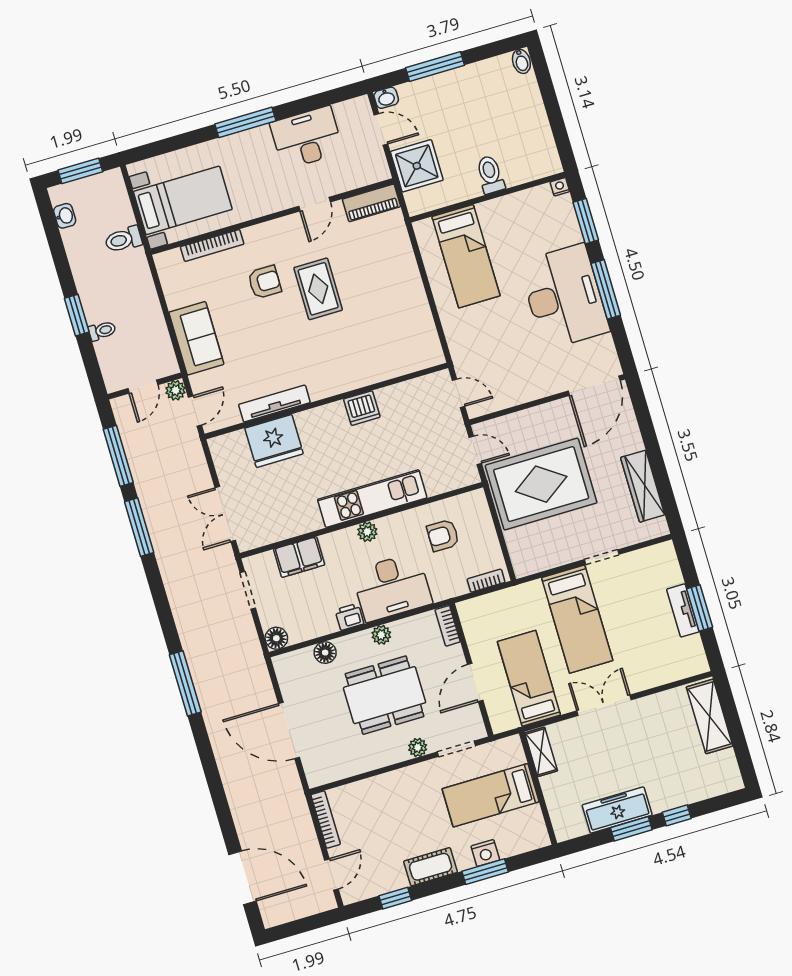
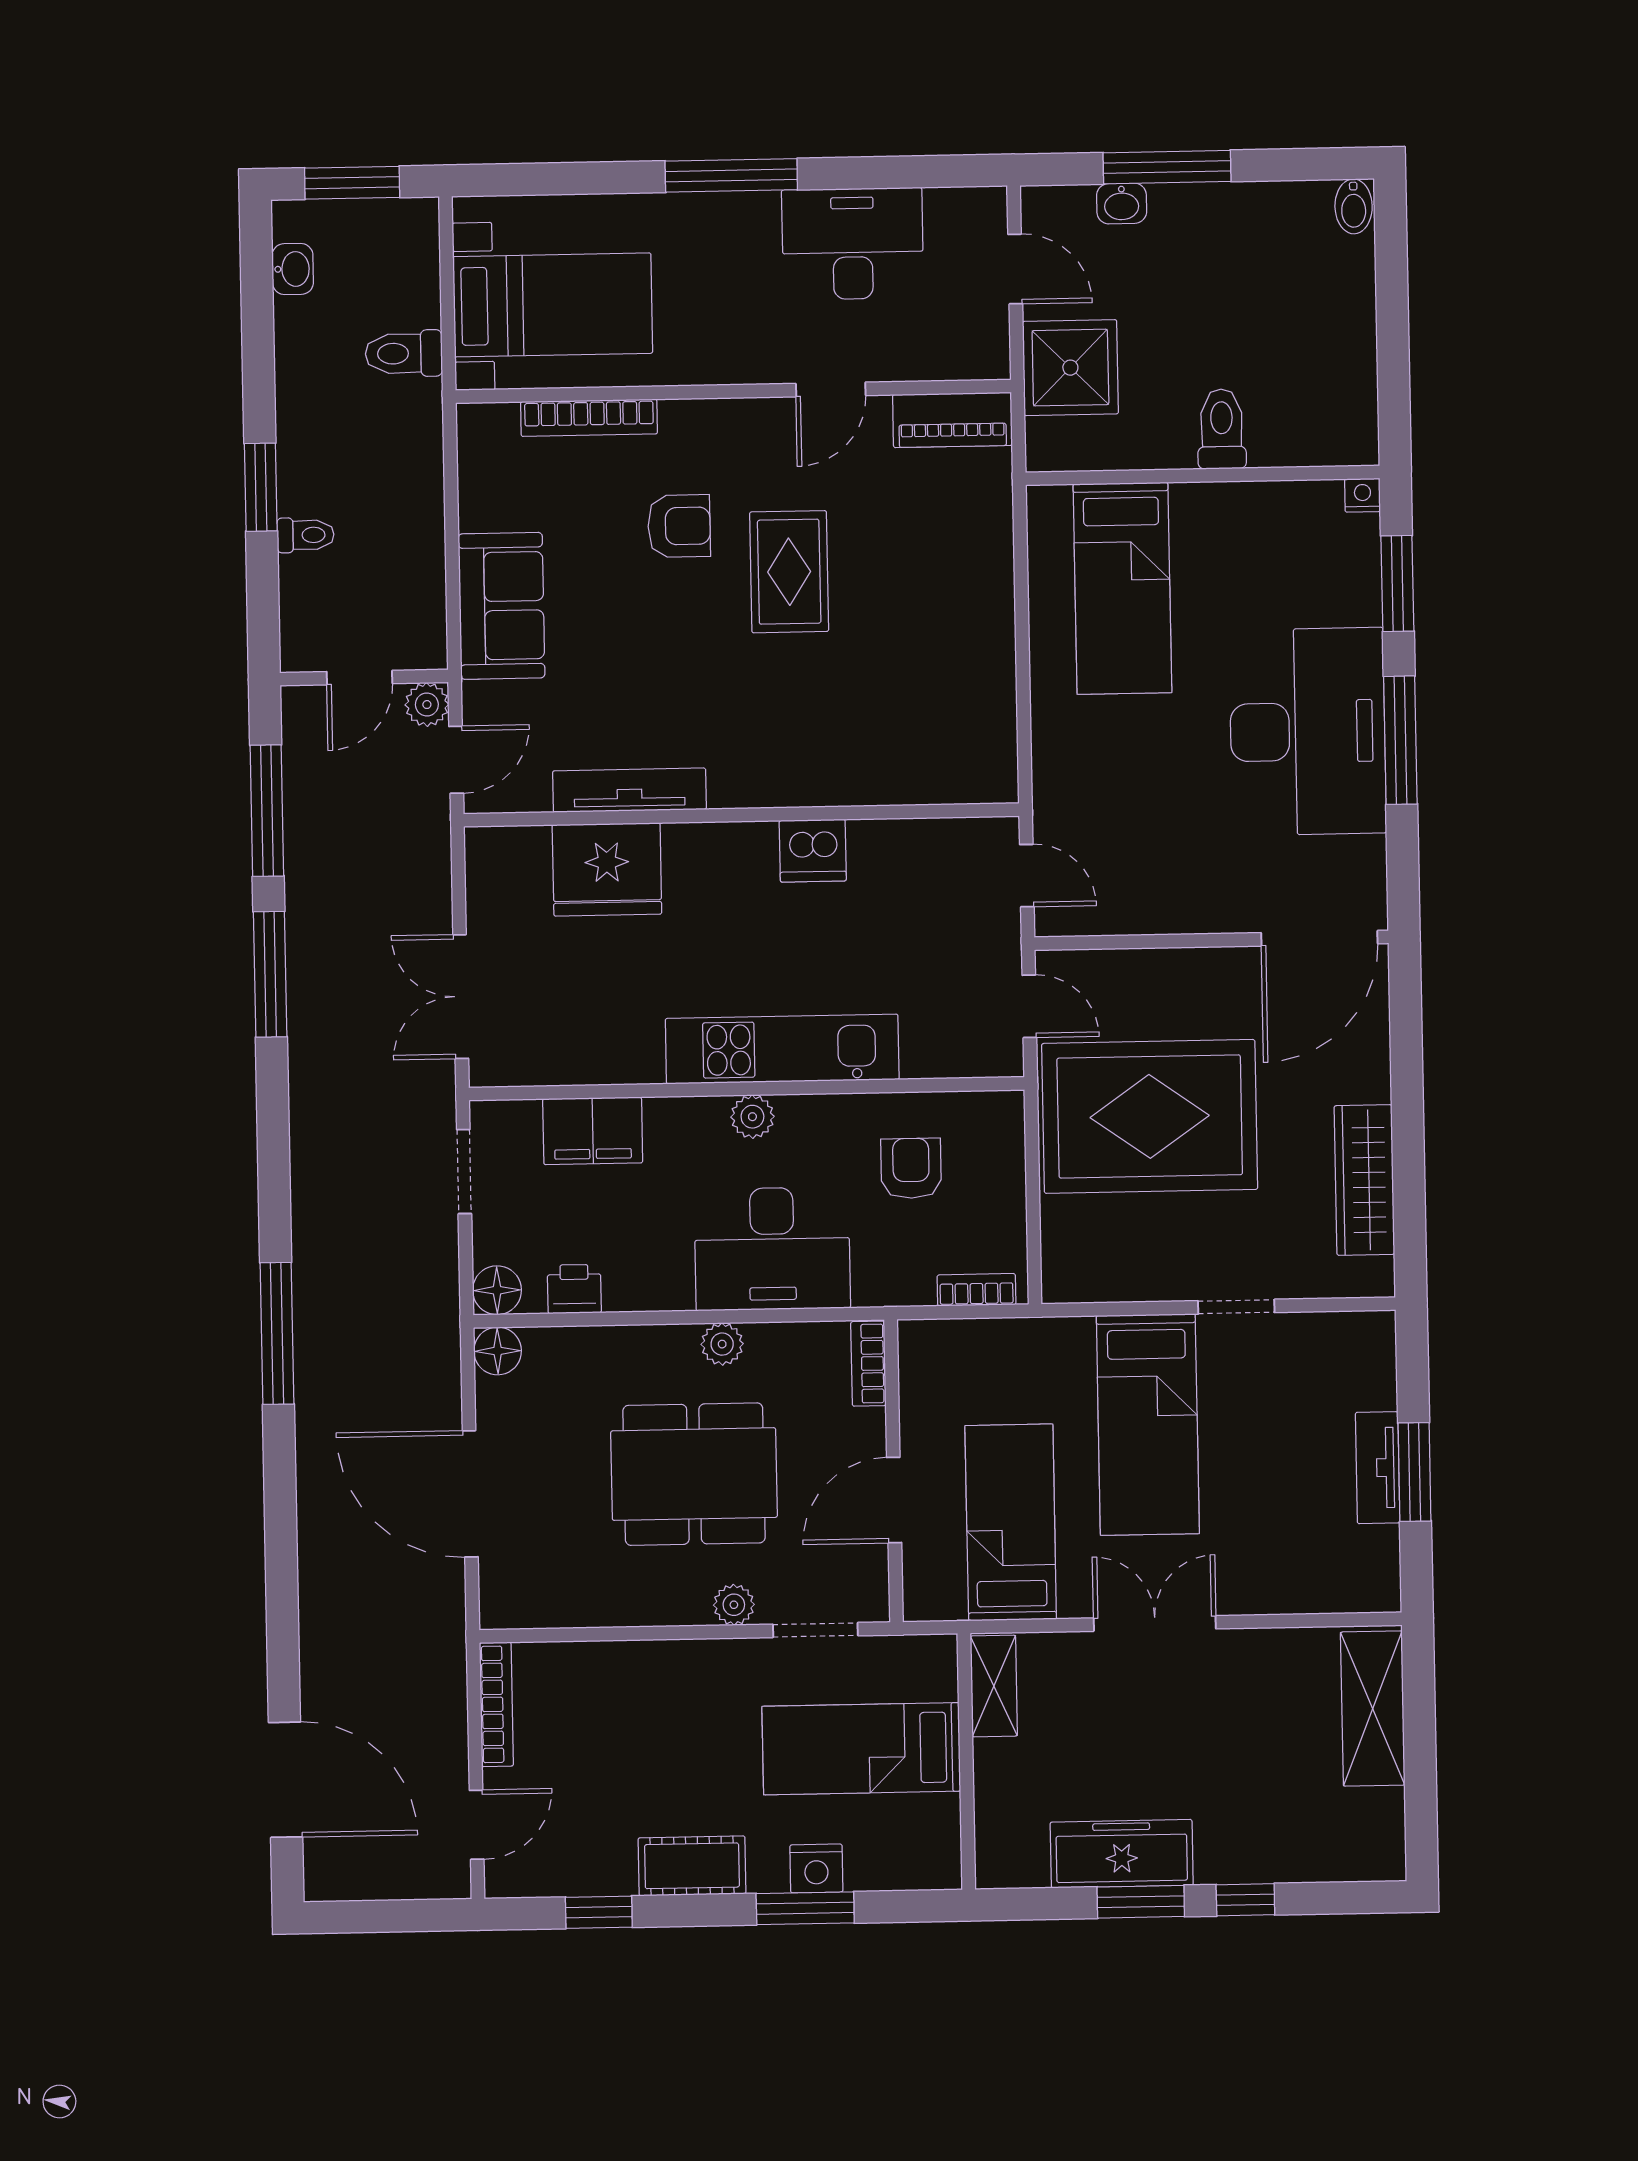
washbasin: (386, 98) -> (1122, 204), moved
armchair: (443, 535) -> (911, 1168), turned 90
printer: (349, 617) -> (574, 1289), moved
floor lamp: (325, 653) -> (498, 1351), moved

